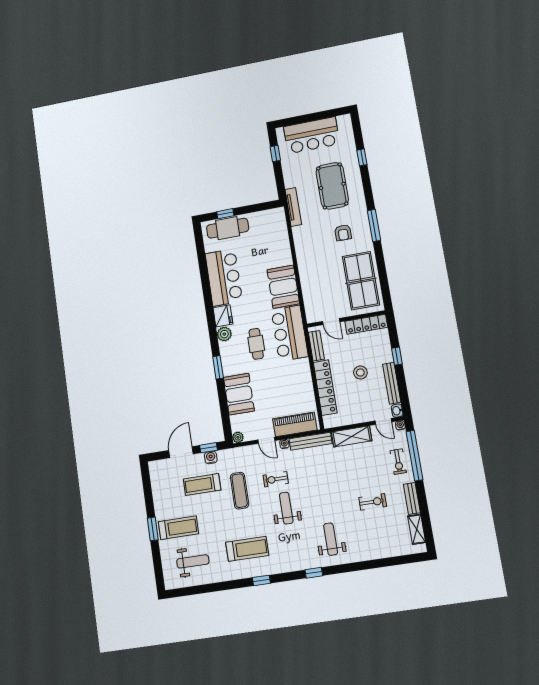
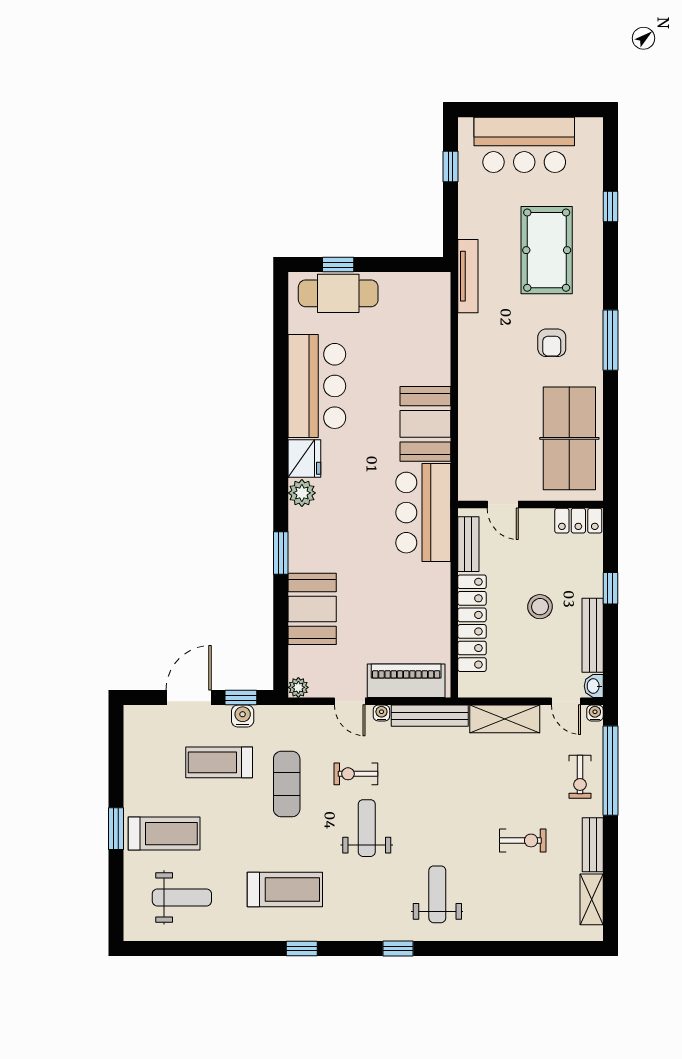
locker: (366, 324) -> (578, 521), width x0.66
cafe table: (256, 344) -> (358, 522), removed

